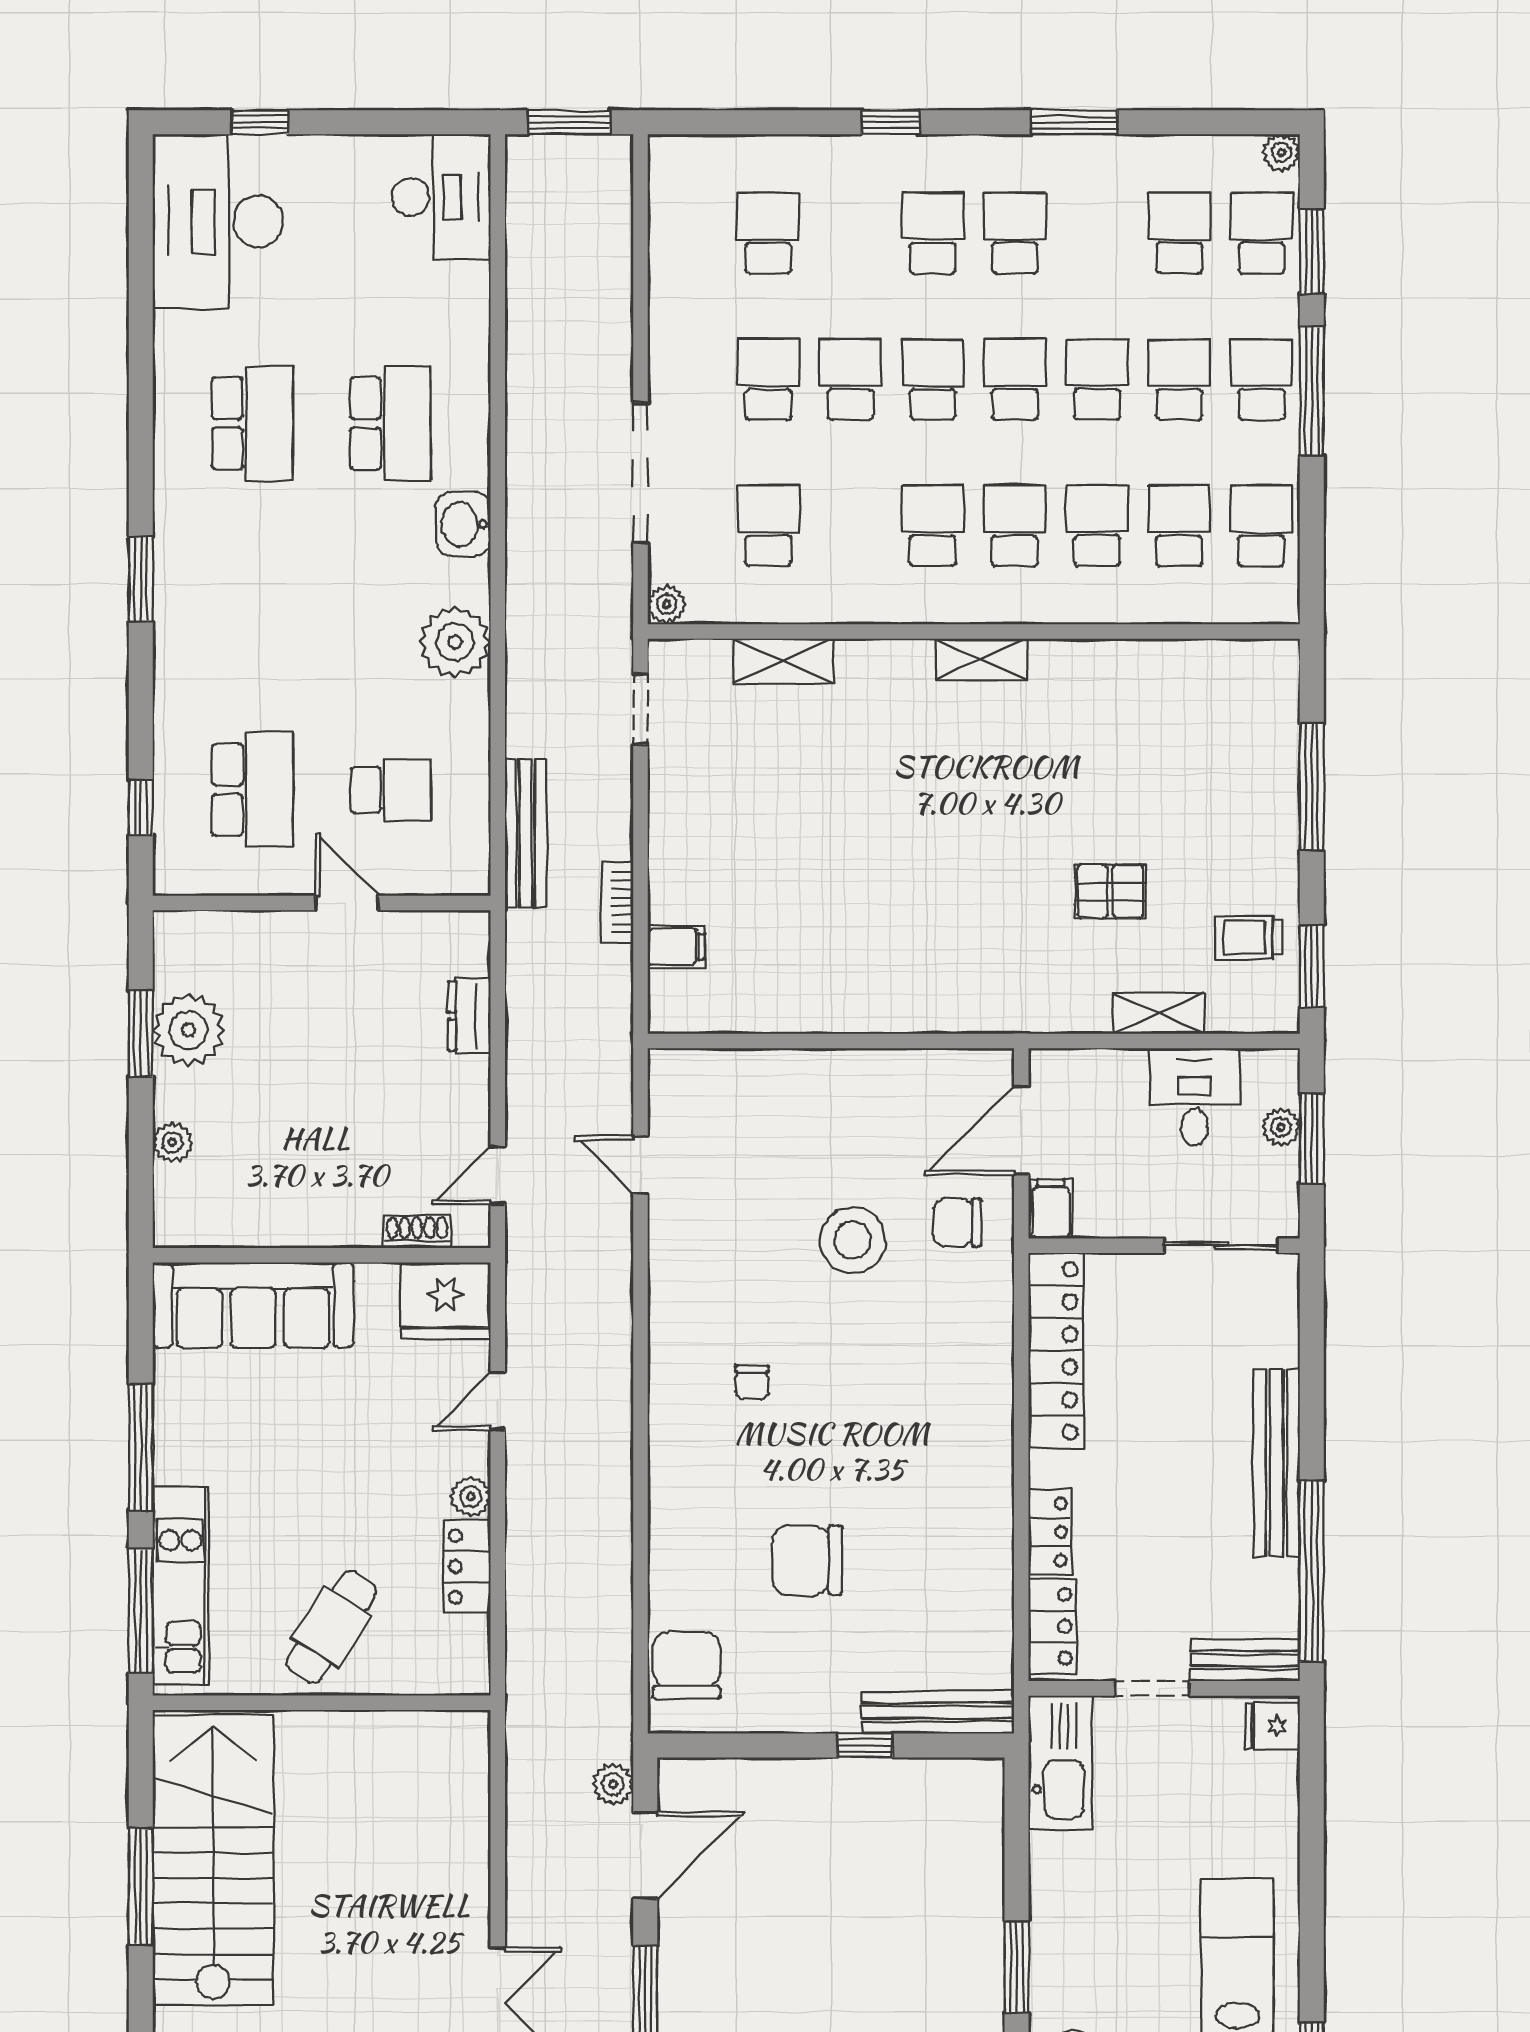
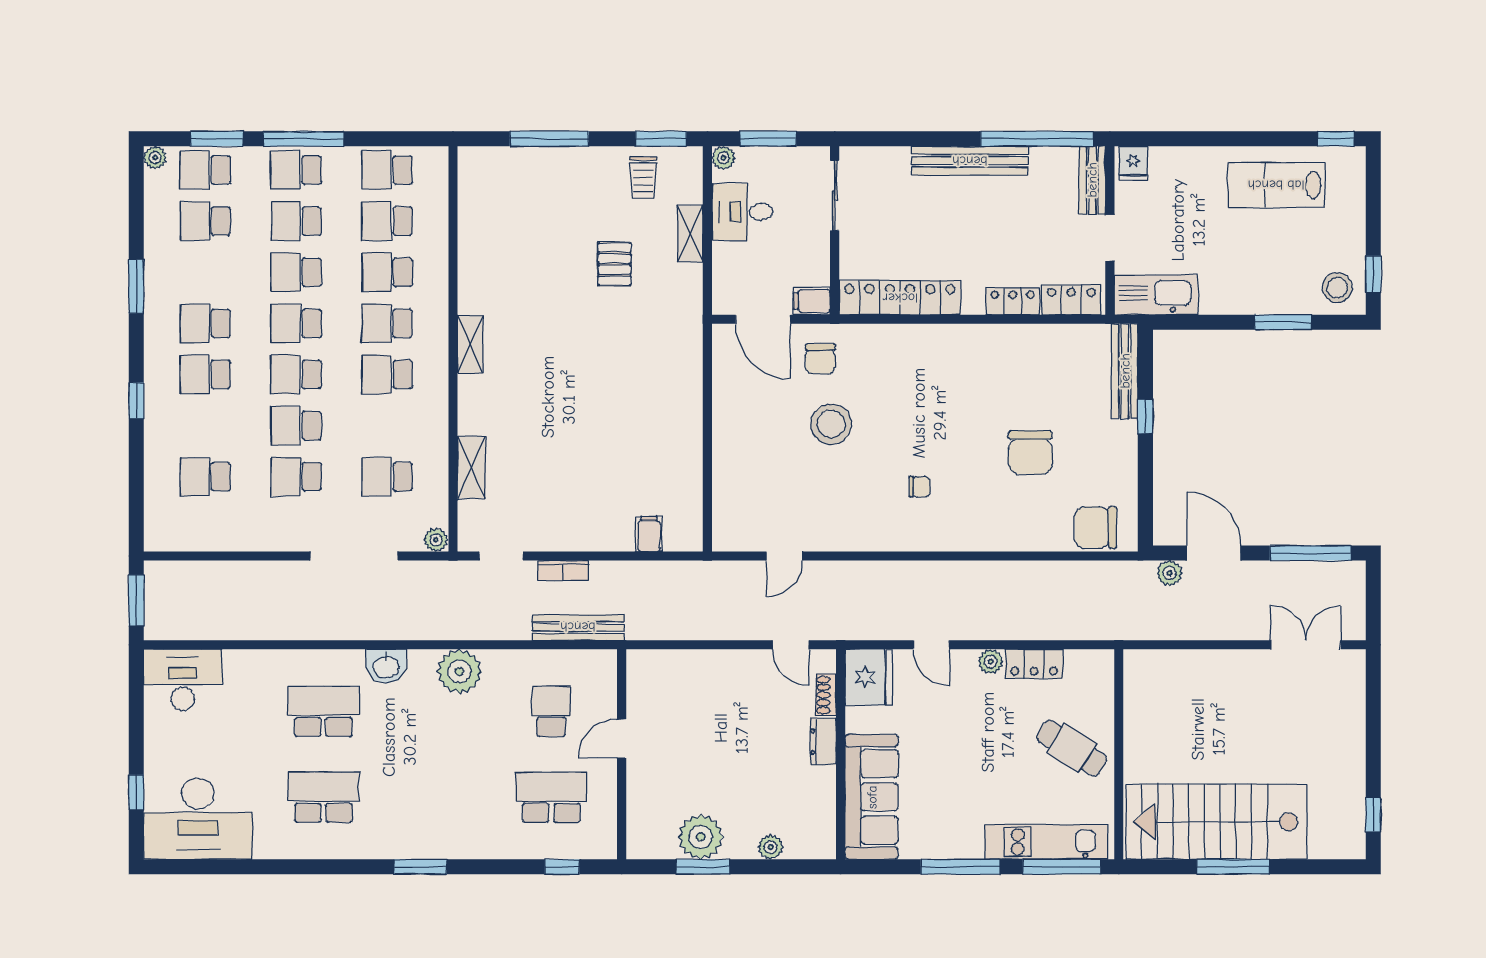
bookcase: (617, 902) -> (563, 571), moved
dresser: (469, 1016) -> (823, 742), moved, turned 90
plant: (1281, 1127) -> (723, 158), moved

